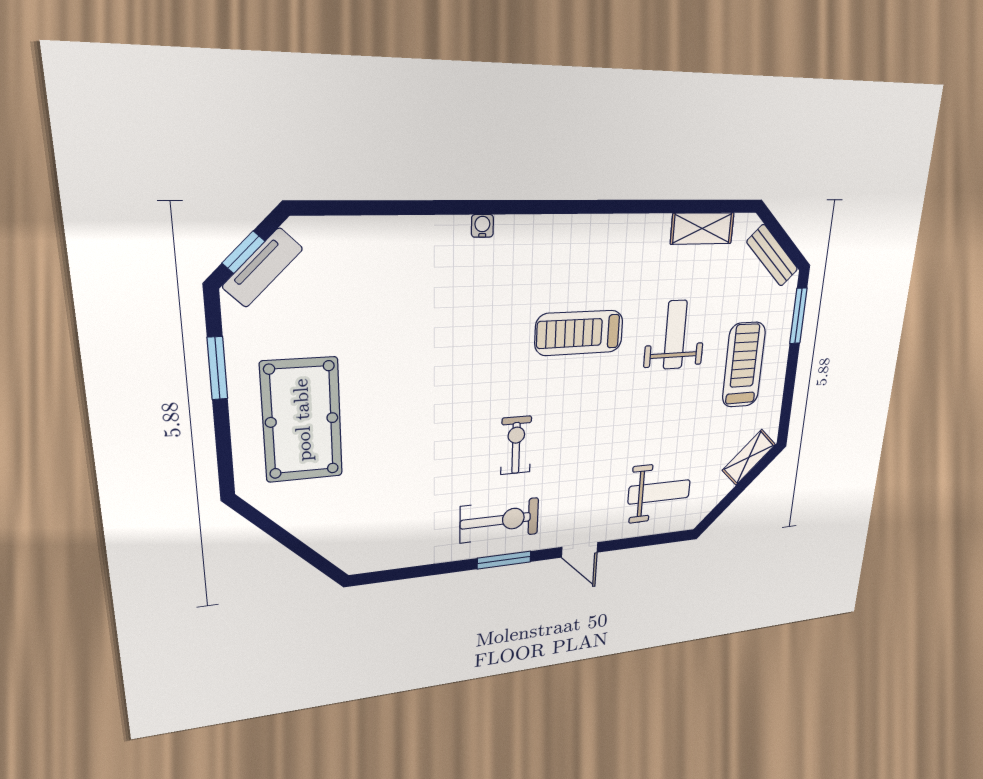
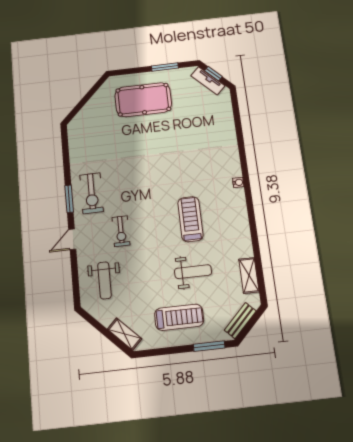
water cooler: (482, 226) -> (238, 182), moved
exercise bike: (516, 445) -> (121, 231), moved, turned 90

